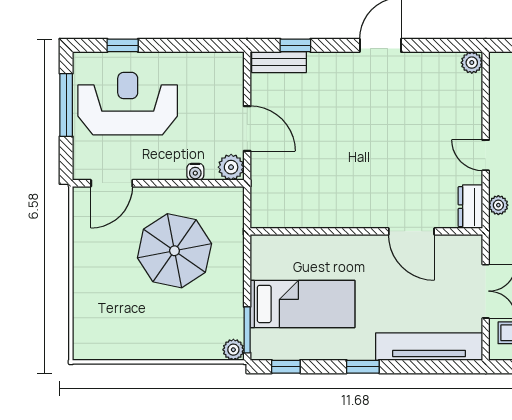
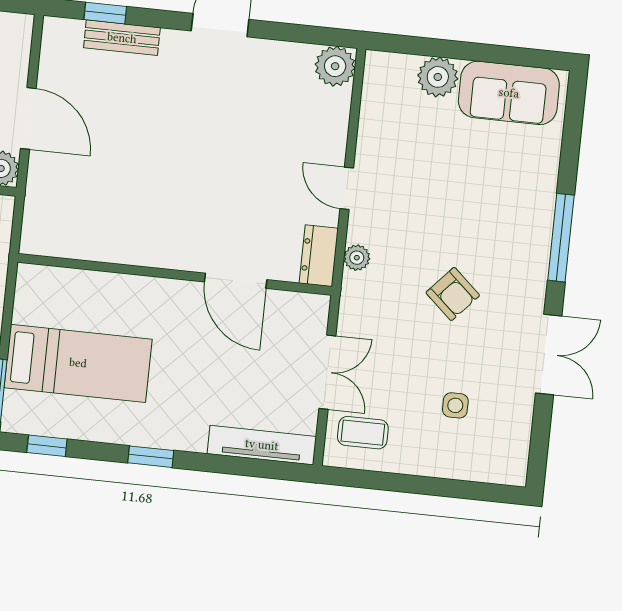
bench: (279, 62) -> (122, 38), moved
plant: (472, 63) -> (335, 66), width x1.38, depth x1.38
tv unit: (429, 347) -> (262, 445), width x0.73, depth x0.78

